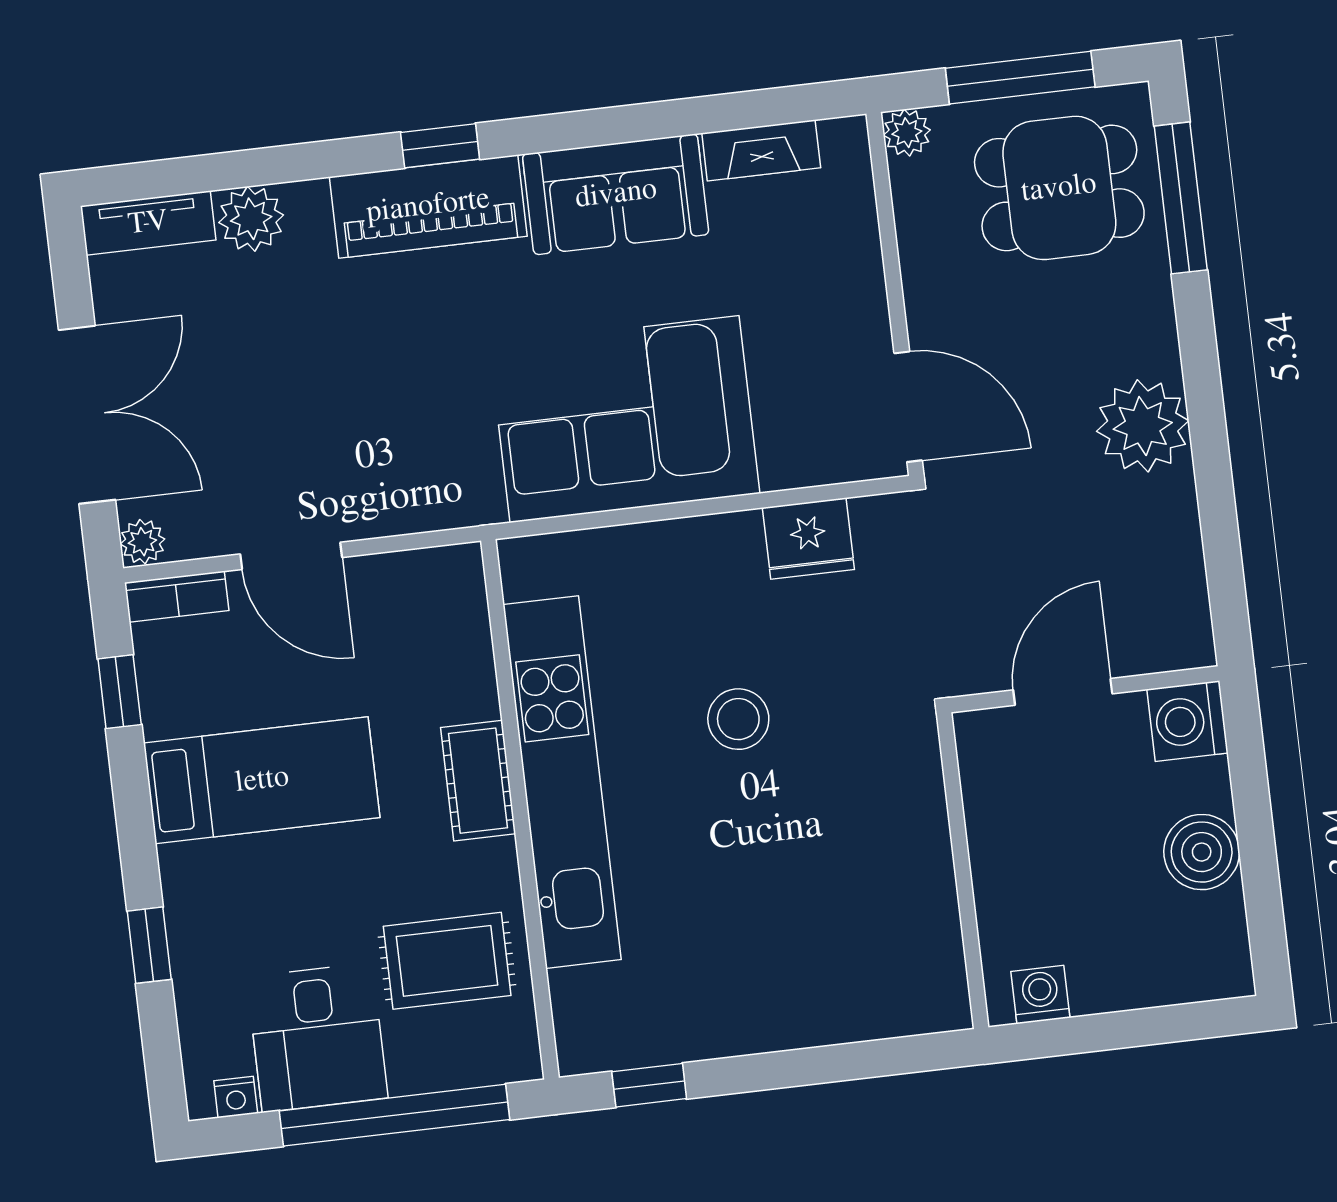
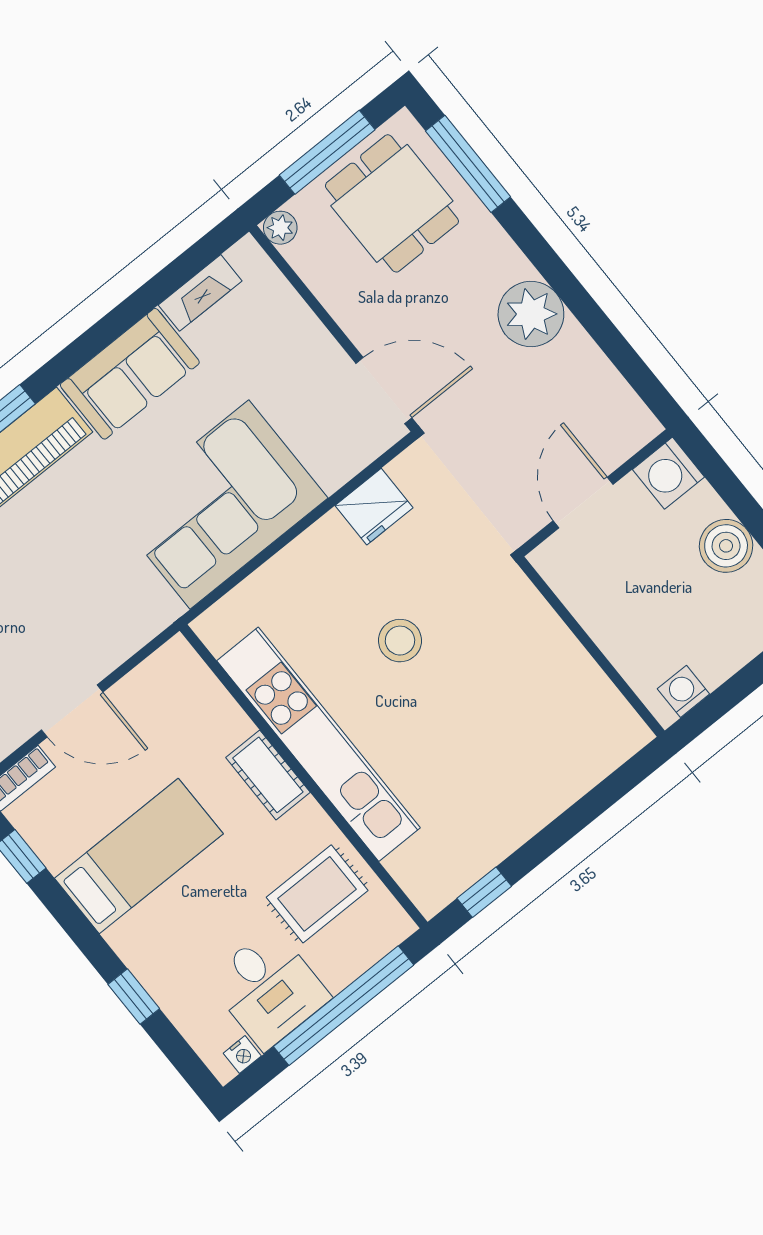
dining table: (1059, 188) -> (392, 203), turned 90

